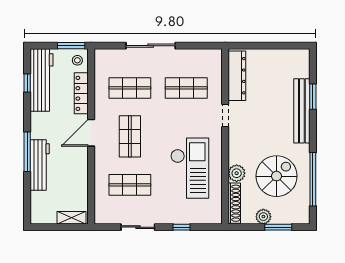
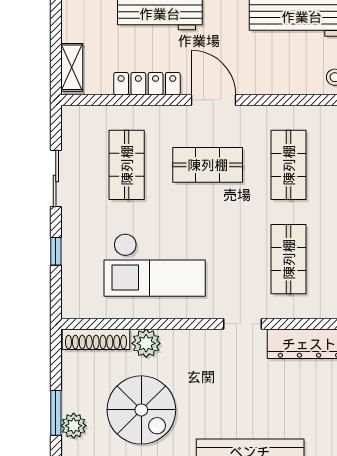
locker: (81, 93) -> (147, 84), moved
plant: (263, 217) -> (74, 426), moved

